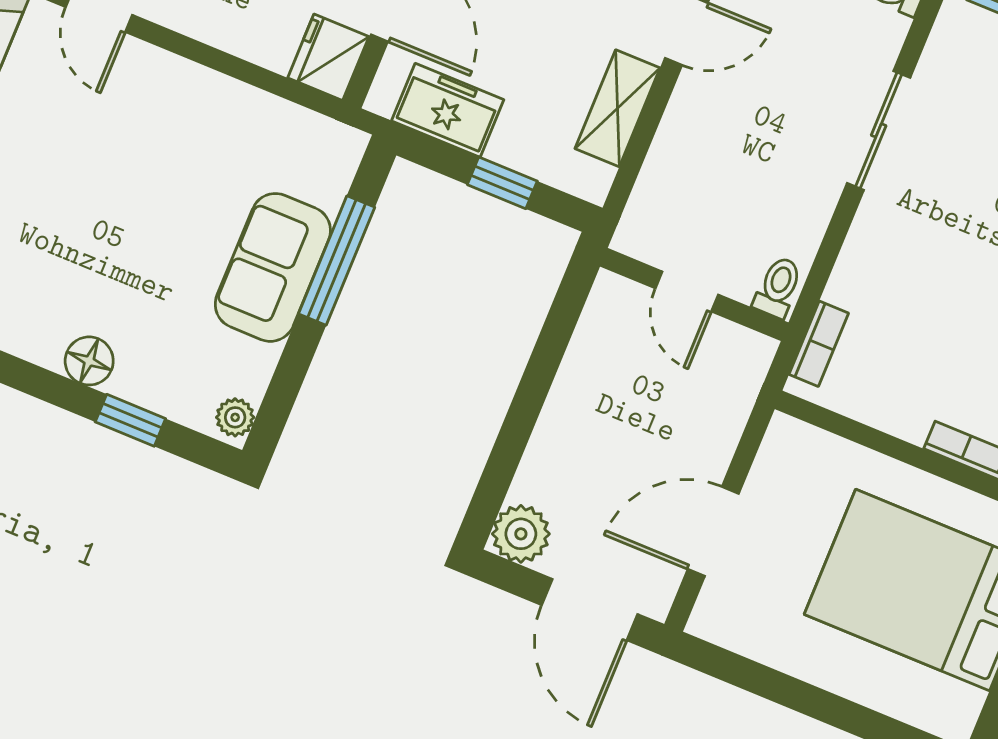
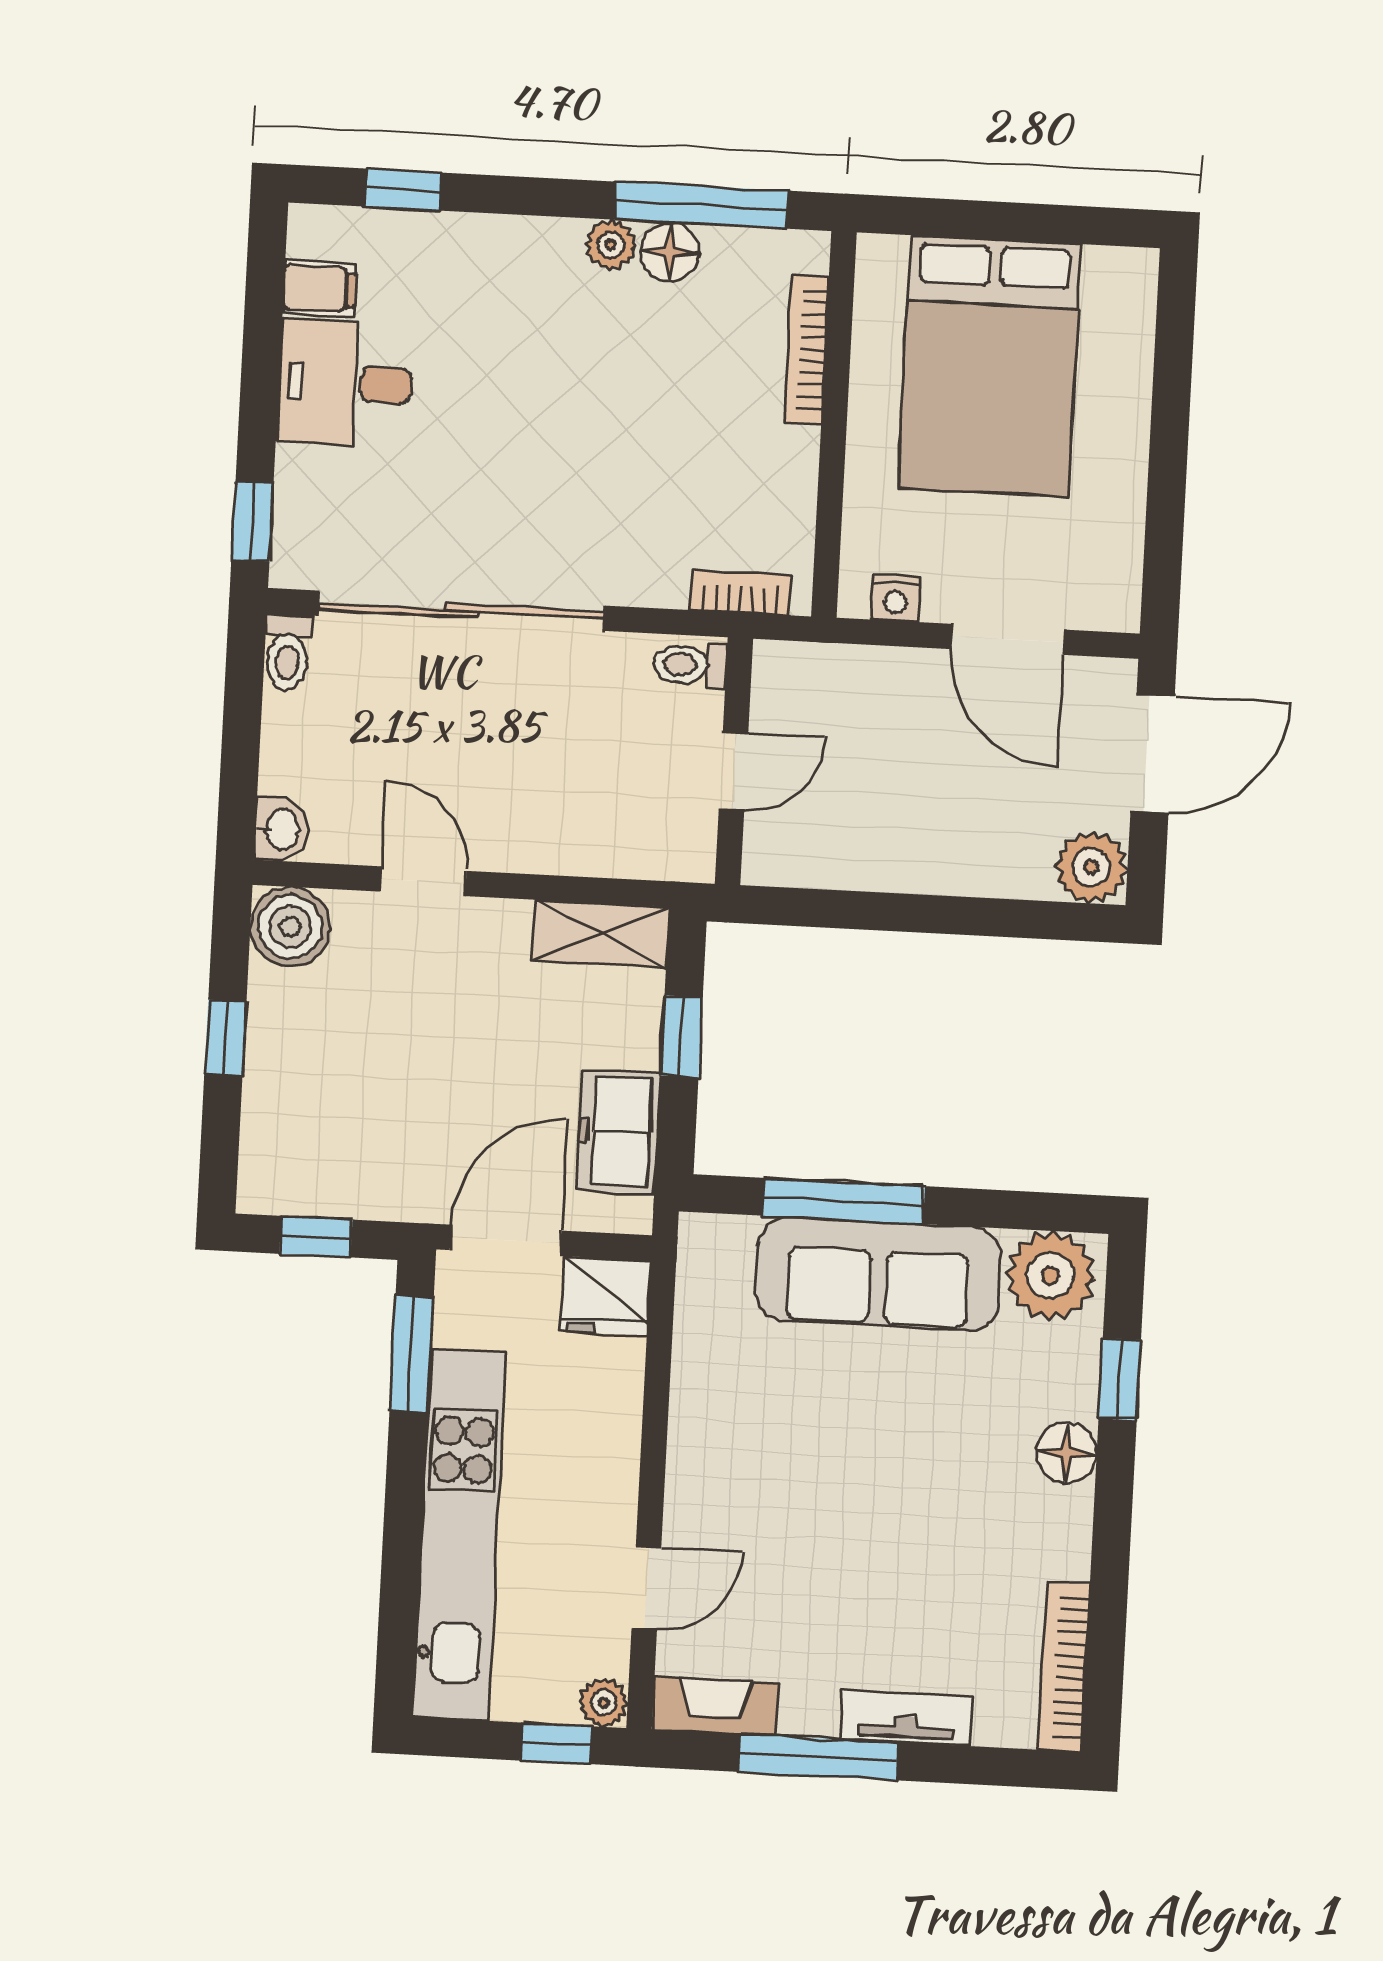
shelving: (617, 108) -> (600, 934), moved
sliding door: (879, 130) -> (462, 611), width x1.86
sofa: (273, 267) -> (878, 1274), width x1.36
plant: (235, 417) -> (1050, 1276), width x1.87, depth x1.87
nightstand: (773, 458) -> (895, 599), added

